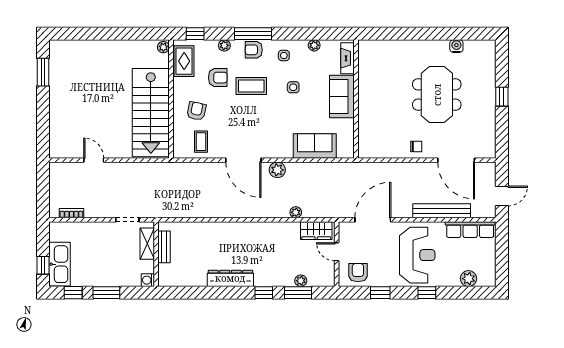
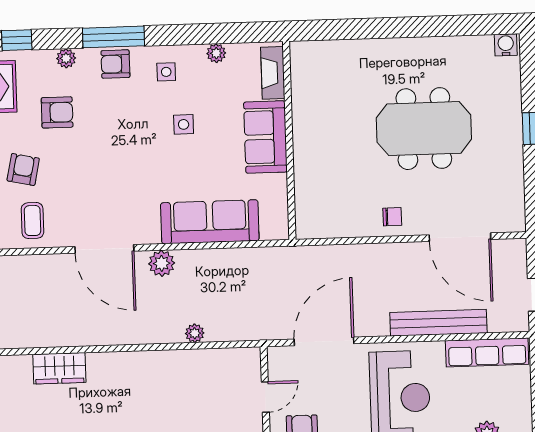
water cooler: (456, 46) -> (506, 45), moved
coffee table: (251, 86) -> (113, 125), removed
meeting table: (437, 95) -> (424, 129), turned 90
sofa: (315, 146) -> (210, 222), width x1.36
wardrobe: (316, 231) -> (59, 368), moved
door: (337, 252) -> (265, 397), swing flipped

